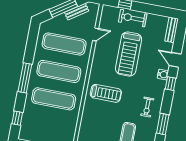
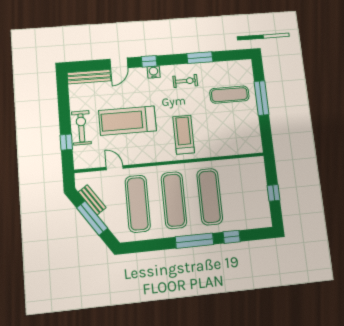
exercise bike: (133, 18) -> (81, 128), turned 180
bench: (172, 30) -> (89, 77), width x1.36
treadmill: (129, 54) -> (128, 121), turned 180
water cooler: (163, 75) -> (154, 72), moved
window: (17, 118) -> (232, 237), moved

